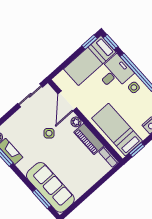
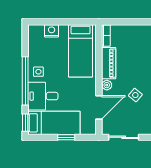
window: (90, 42) -> (66, 137), moved
window: (137, 150) -> (79, 22), removed

